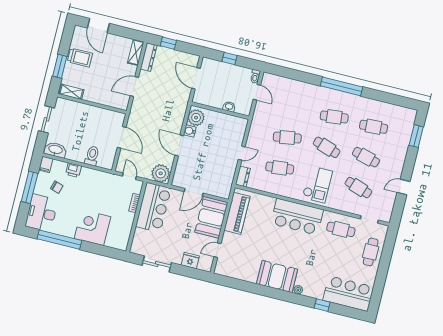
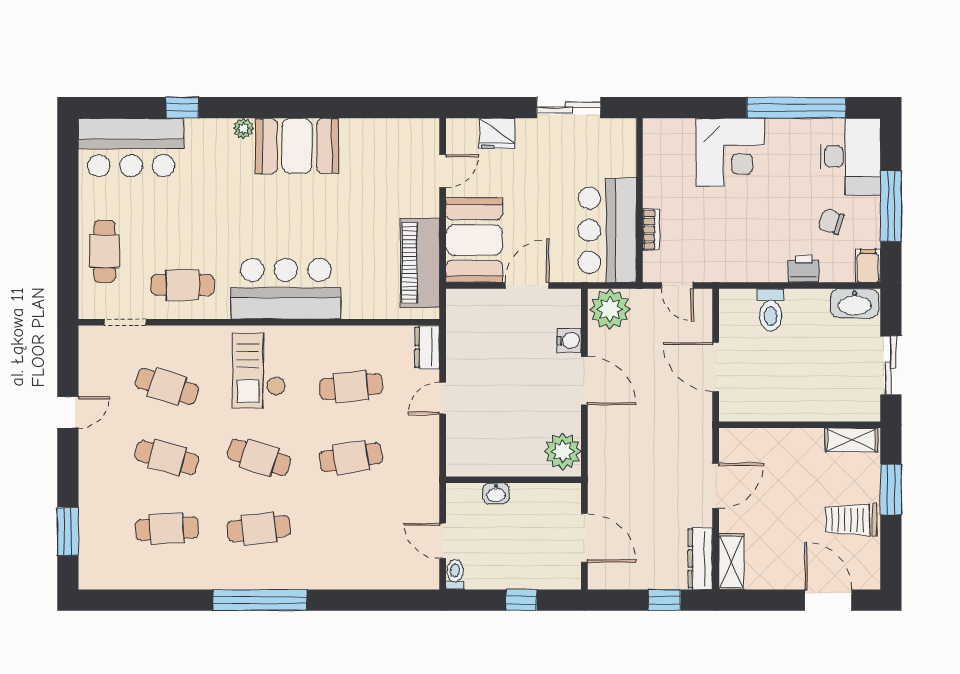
water cooler: (190, 131) -> (569, 340), moved

